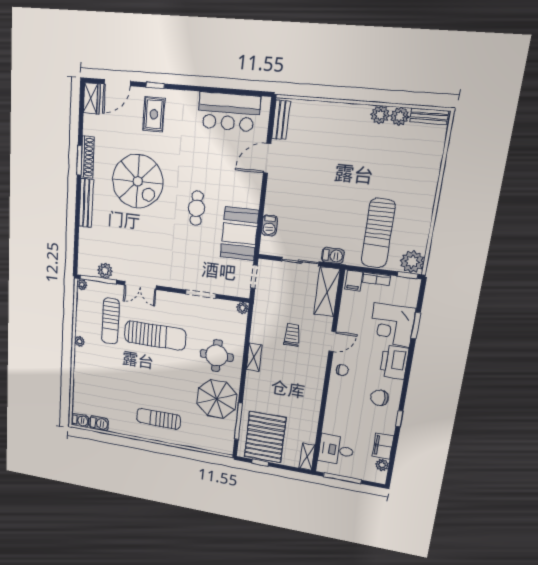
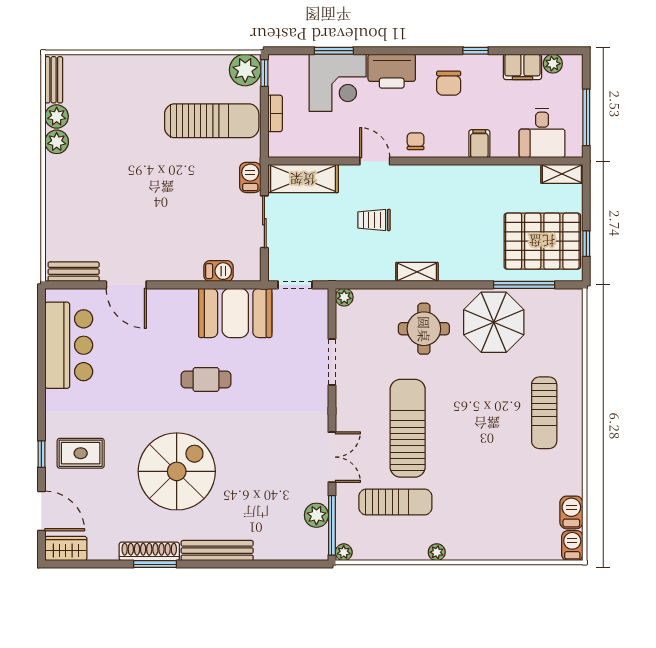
filing cabinet: (354, 281) -> (479, 144), moved, turned -90

